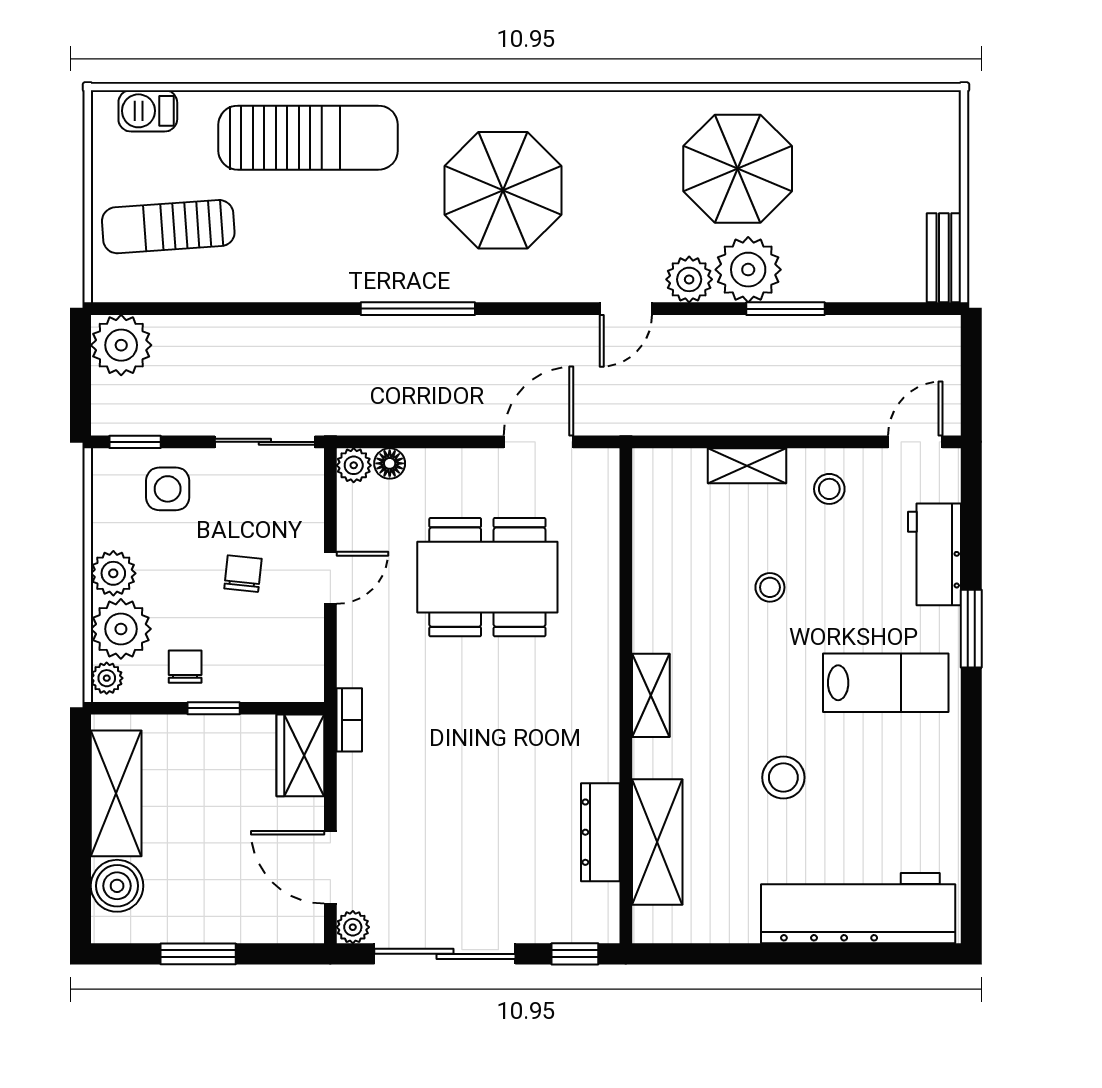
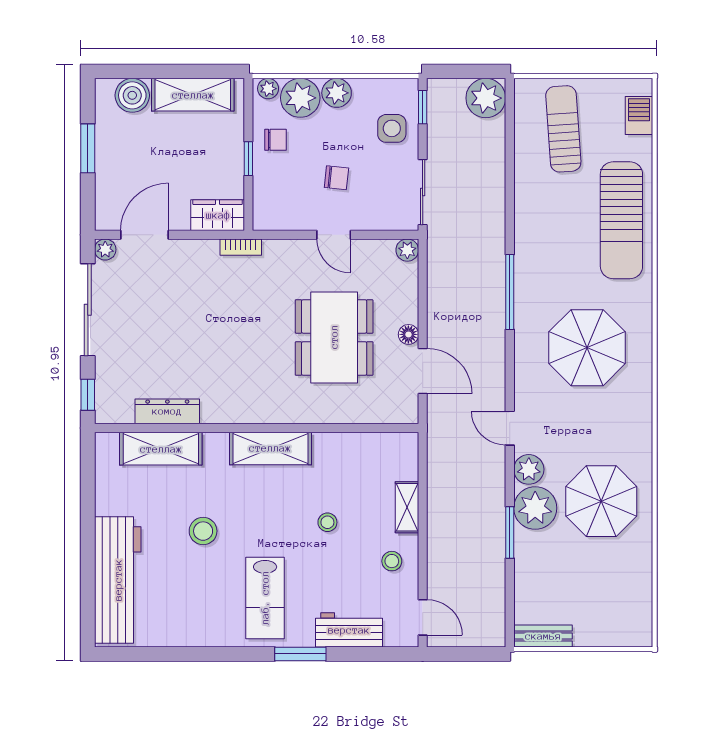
floor lamp: (390, 463) -> (408, 334), moved
shelving: (651, 695) -> (270, 448), width x1.50, depth x1.33

